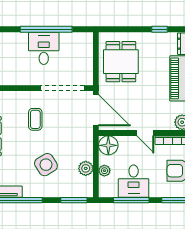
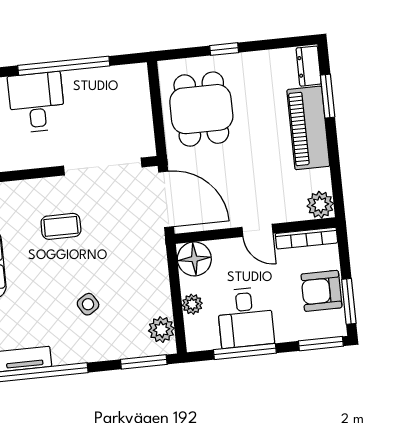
window: (160, 29) -> (224, 49), moved
desk: (44, 48) -> (37, 102), moved
coffee table: (35, 119) -> (61, 226), turned 90
side table: (46, 165) -> (88, 304), width x0.54, depth x0.54
plant: (86, 168) -> (161, 330), moved

